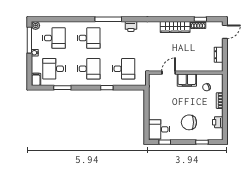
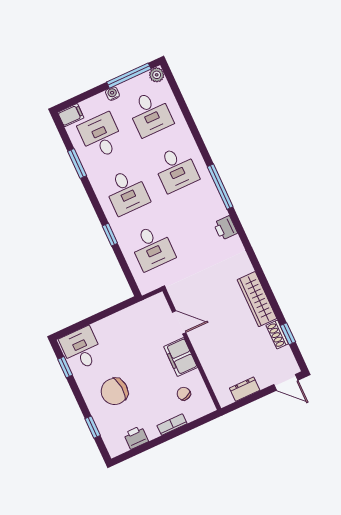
chair: (189, 122) -> (114, 391), turned -95

